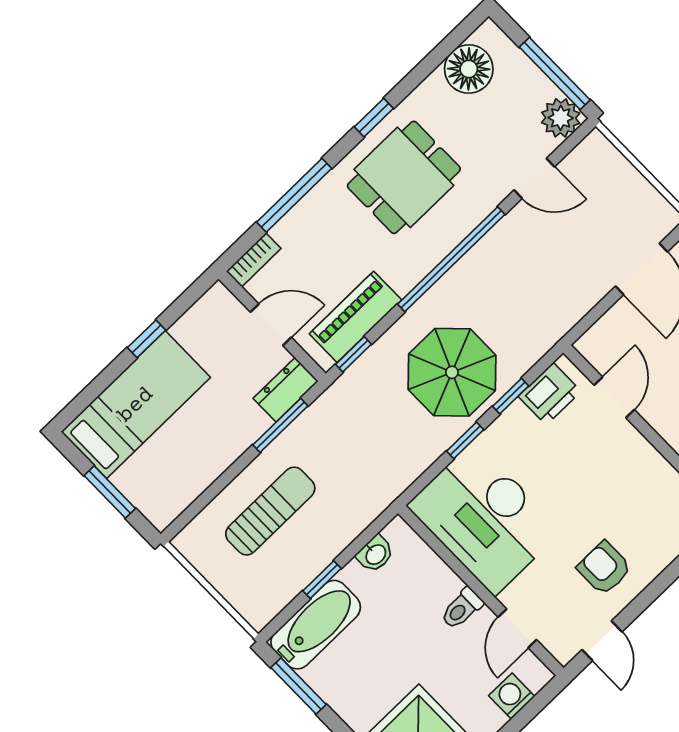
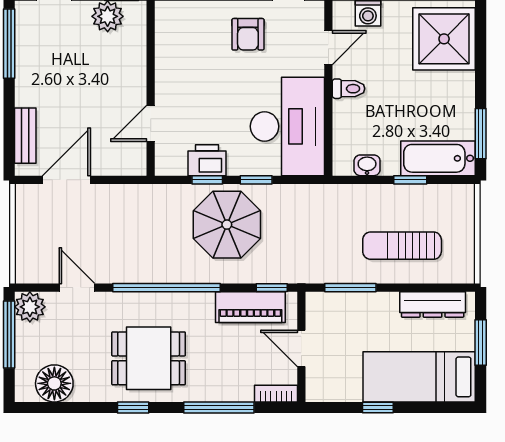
dresser: (286, 390) -> (433, 304), moved, width x1.44
printer: (550, 394) -> (207, 160), moved

